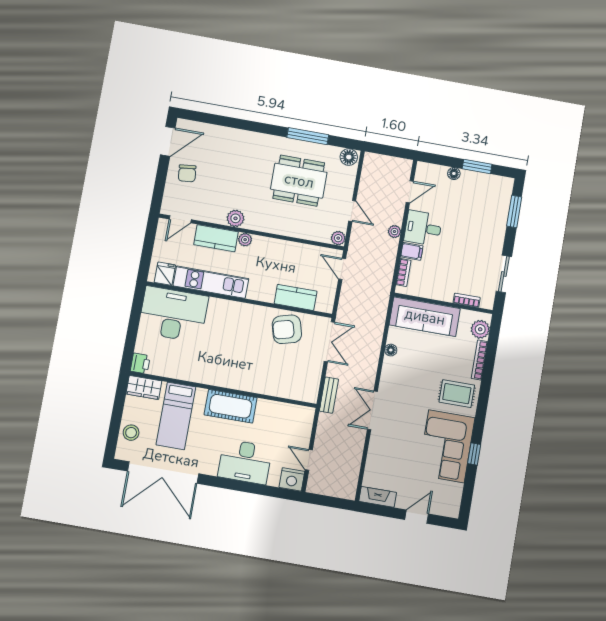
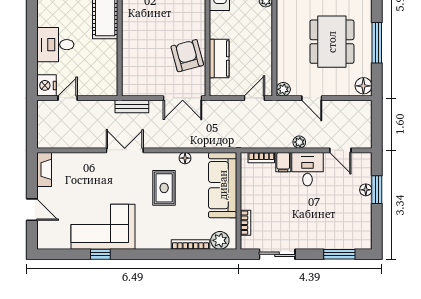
window: (477, 166) -> (377, 190), moved
door: (352, 211) -> (312, 98), hinge flipped
rug: (457, 394) -> (164, 188), moved
desk: (245, 462) -> (55, 45), width x0.73

